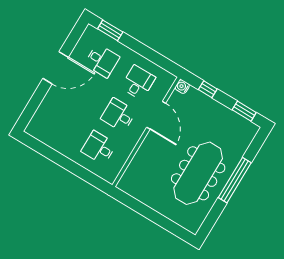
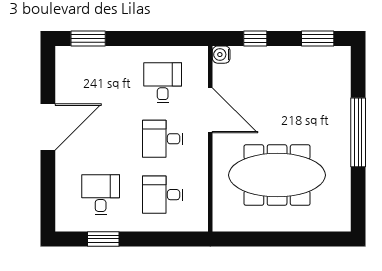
desk: (102, 61) -> (101, 195), moved, turned -90
window: (49, 153) -> (103, 239), added
meeting table: (198, 173) -> (277, 175), moved, turned 90

